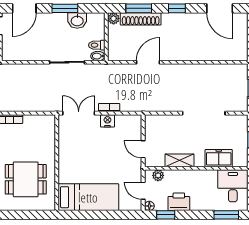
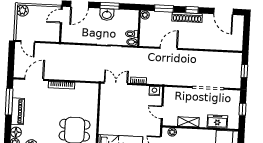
shoe rack: (141, 19) -> (187, 17), moved
washbasin: (77, 21) -> (107, 15), moved
nightstand: (107, 121) -> (154, 91), moved

